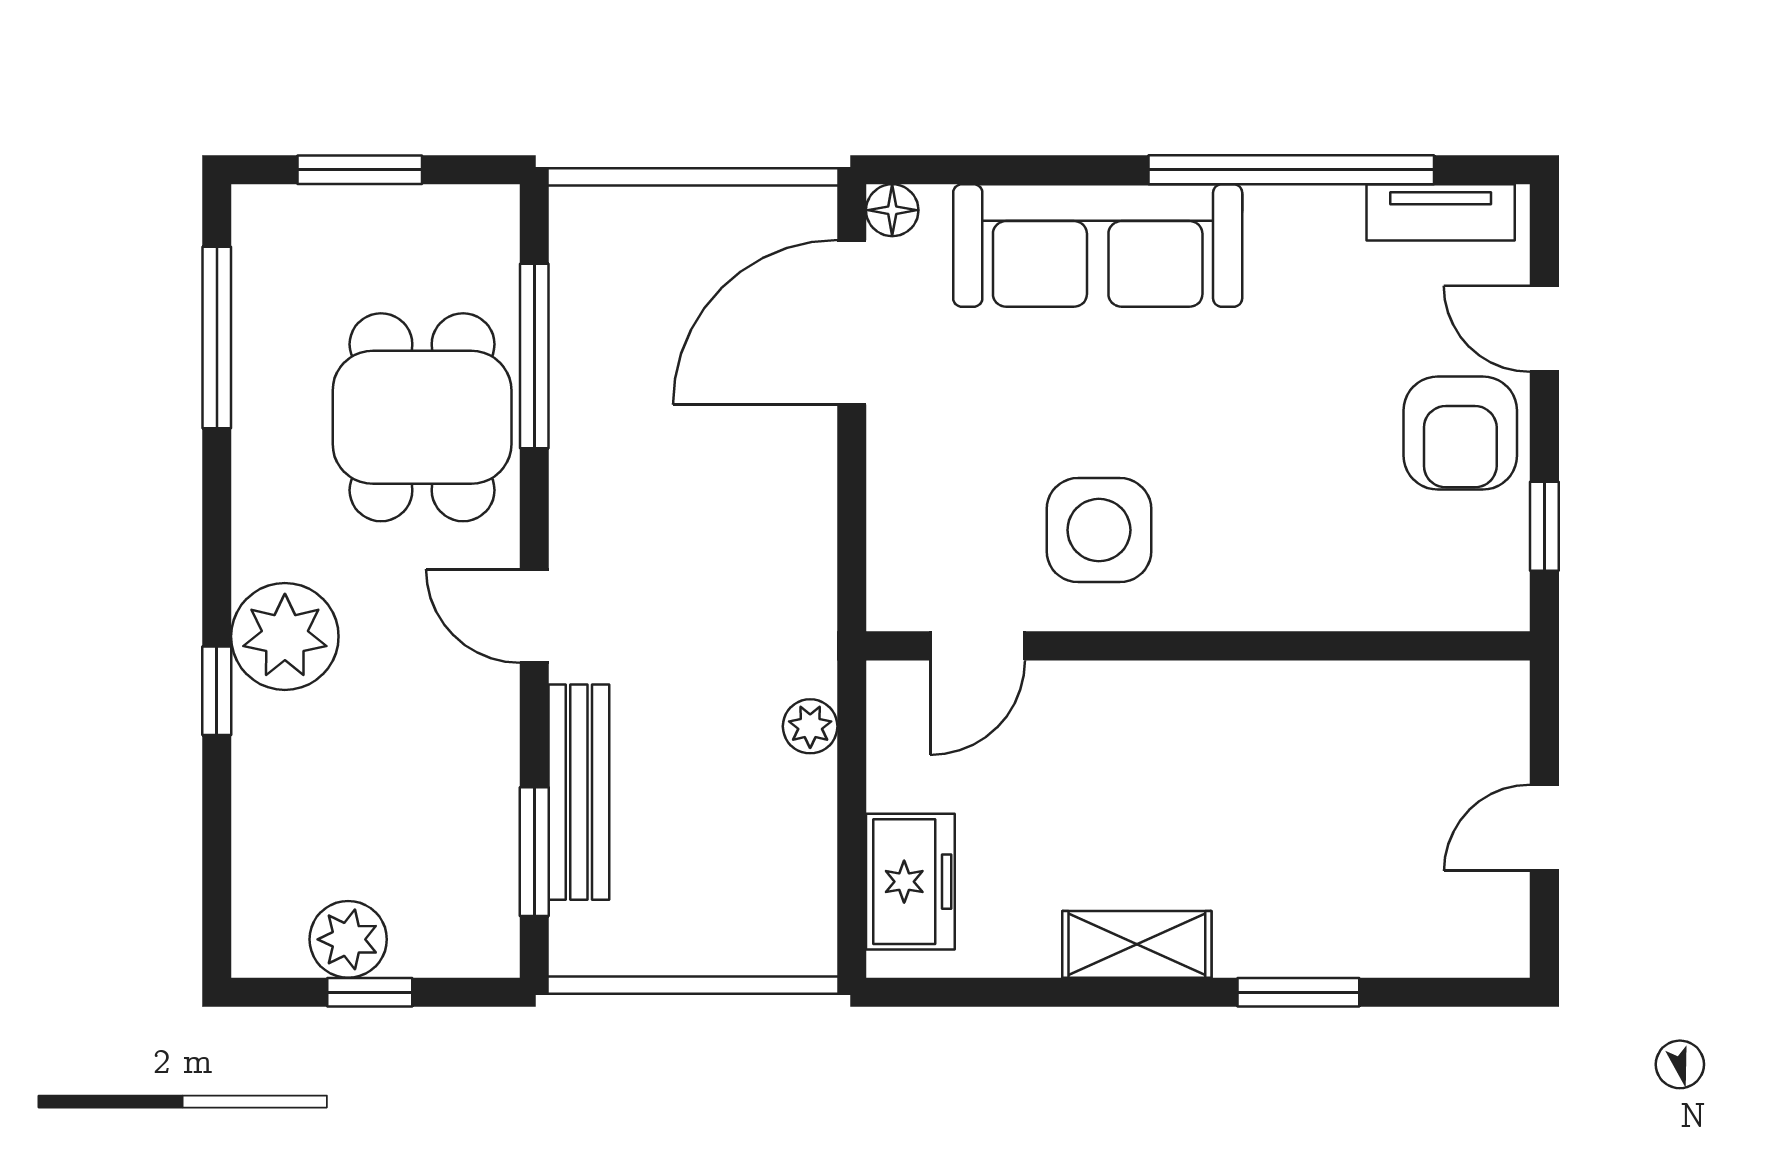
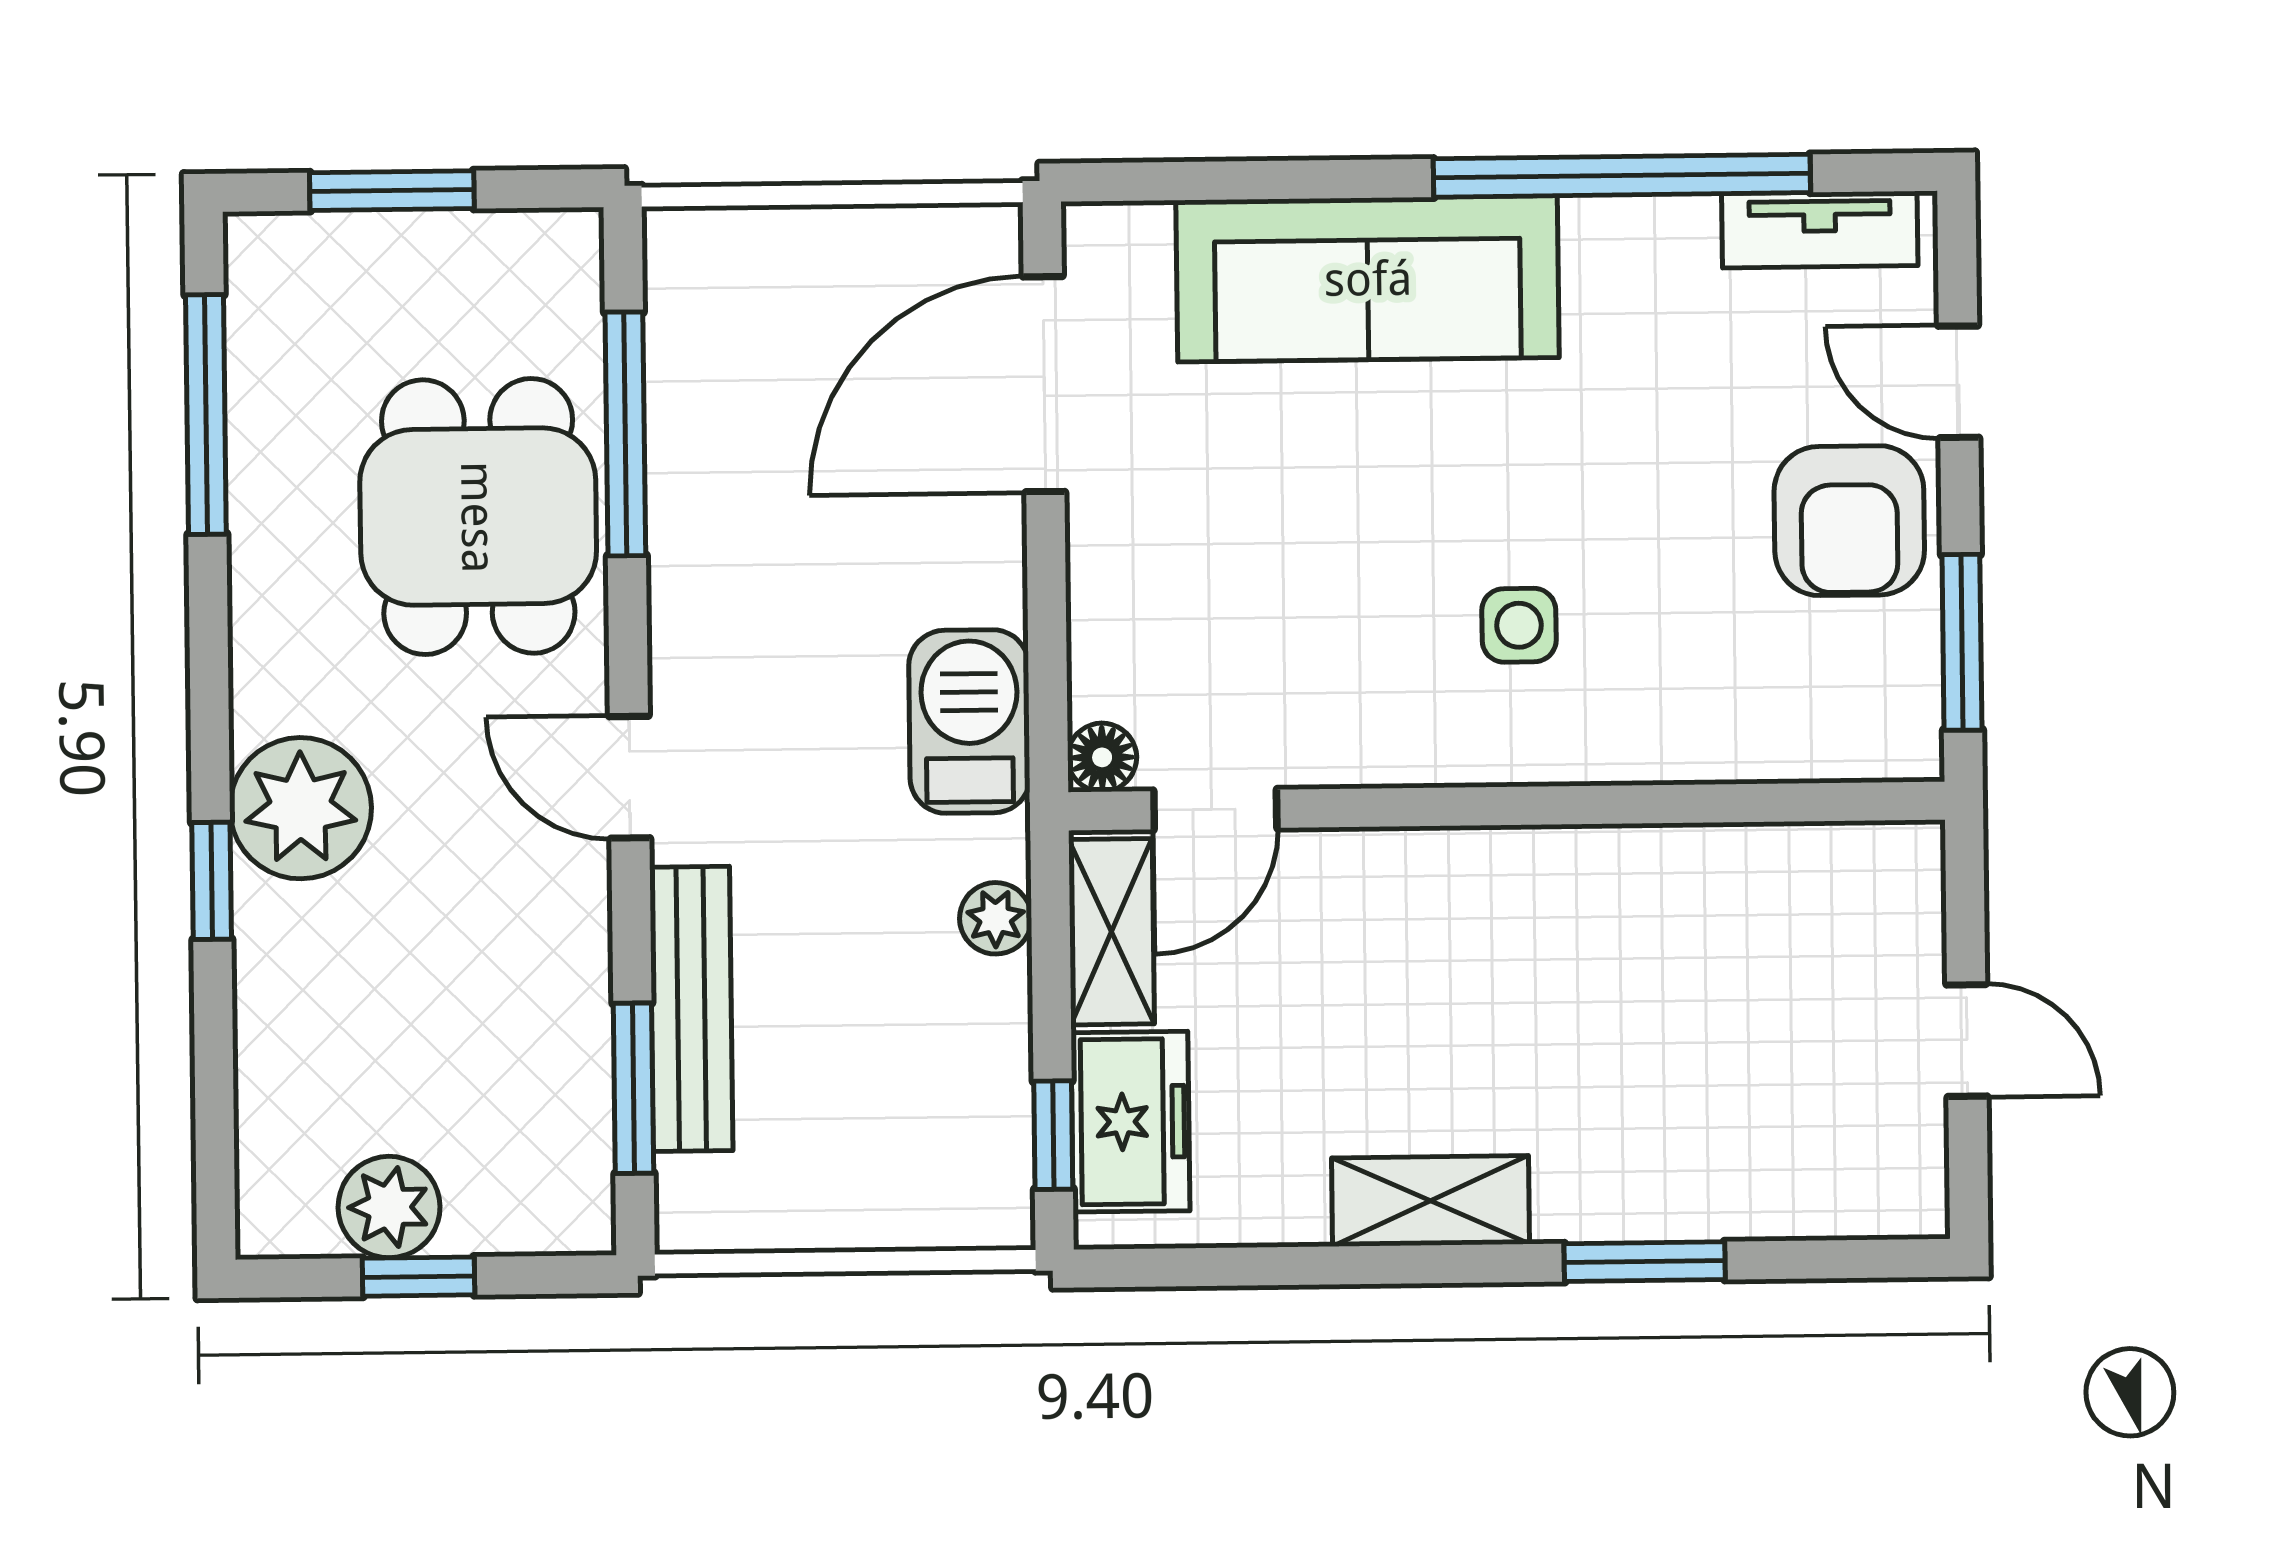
floor lamp: (892, 210) -> (1102, 757), moved
window: (1544, 526) -> (1962, 642), width x1.50
side table: (1099, 530) -> (1519, 625), moved, width x0.54, depth x0.54
barbecue: (792, 577) -> (969, 722), added
shelving: (898, 737) -> (1112, 932), added
door: (1544, 828) -> (1967, 1040), swing flipped
window: (852, 891) -> (1053, 1135), added

